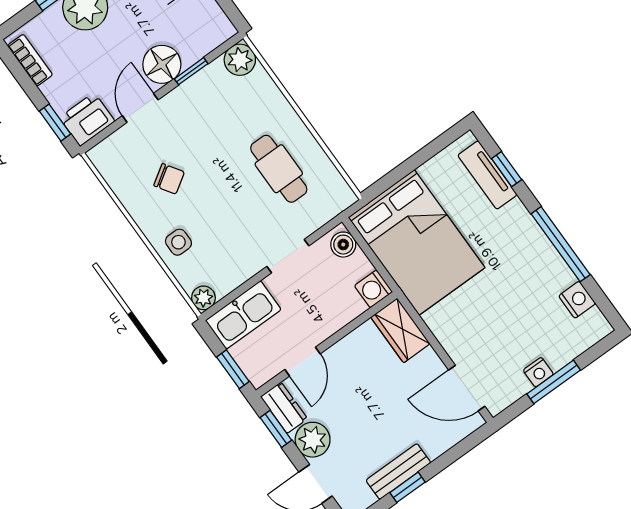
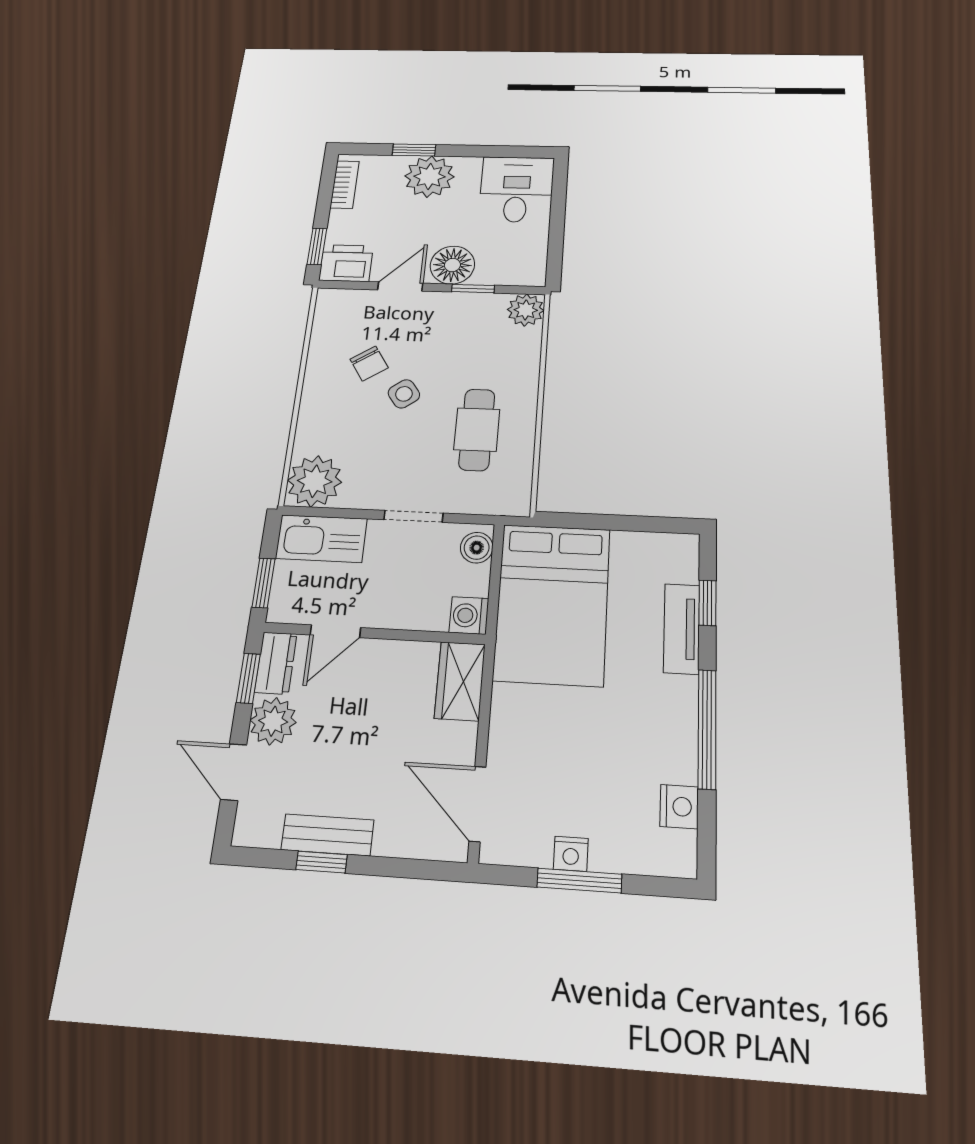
tv unit: (487, 175) -> (682, 629), moved
side table: (178, 242) -> (404, 394), moved, turned -36
plant: (203, 298) -> (315, 481), width x1.87, depth x1.87

